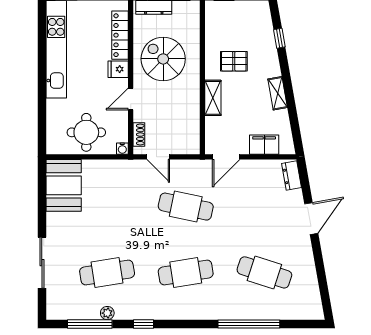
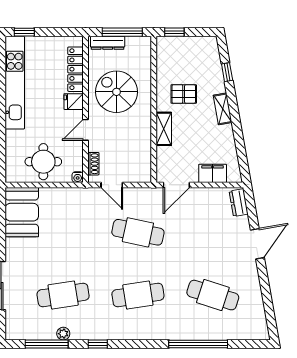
shelving: (278, 93) -> (223, 109), moved

